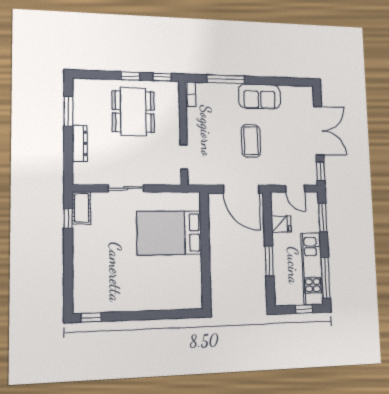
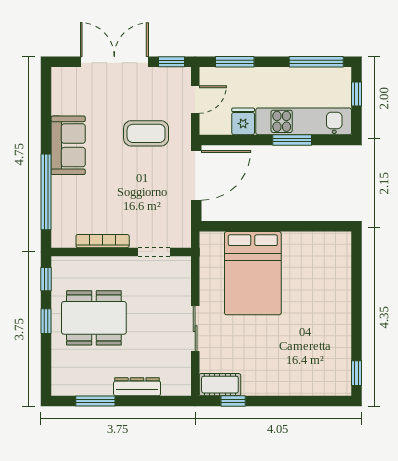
window: (226, 79) -> (46, 192), width x1.46
bookcase: (191, 94) -> (103, 241), moved, width x1.56
coffee table: (251, 141) -> (146, 133), moved
kitchen unit: (312, 269) -> (304, 121), moved, turned 180

